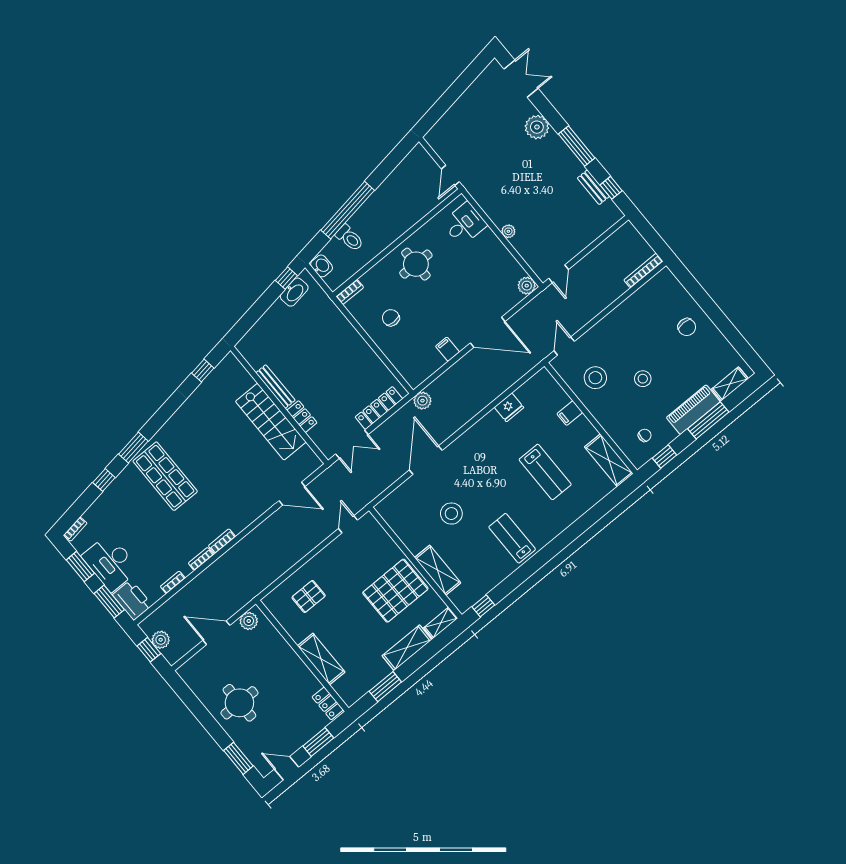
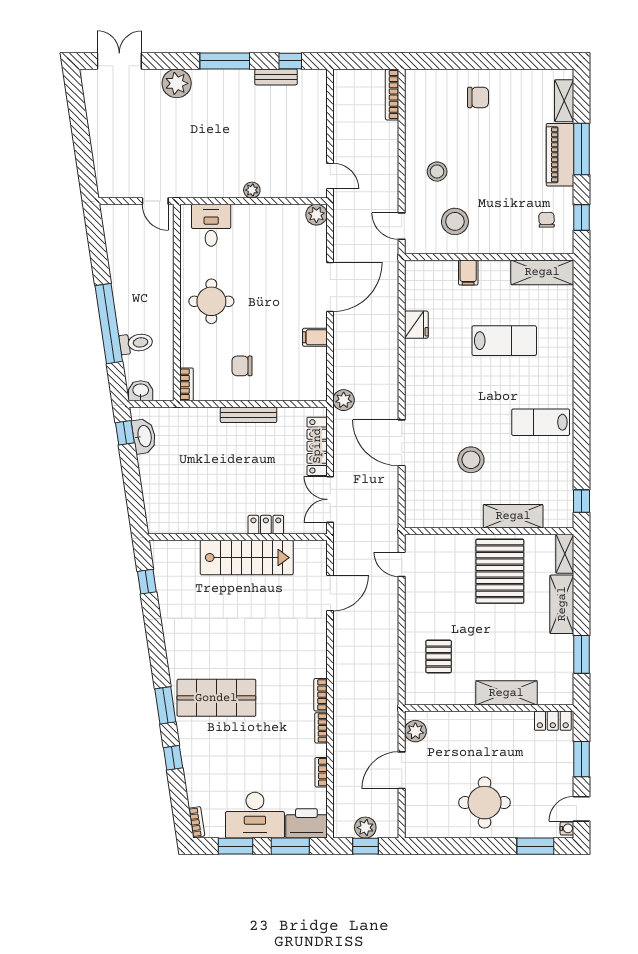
stool: (643, 379) -> (437, 172), moved
bench: (275, 387) -> (249, 415), moved
double door: (352, 444) -> (330, 499), swing flipped
water cooler: (266, 769) -> (567, 828), added

